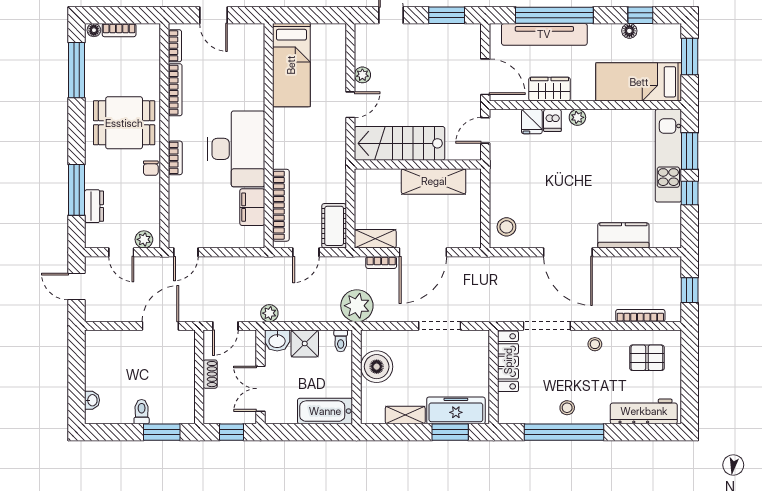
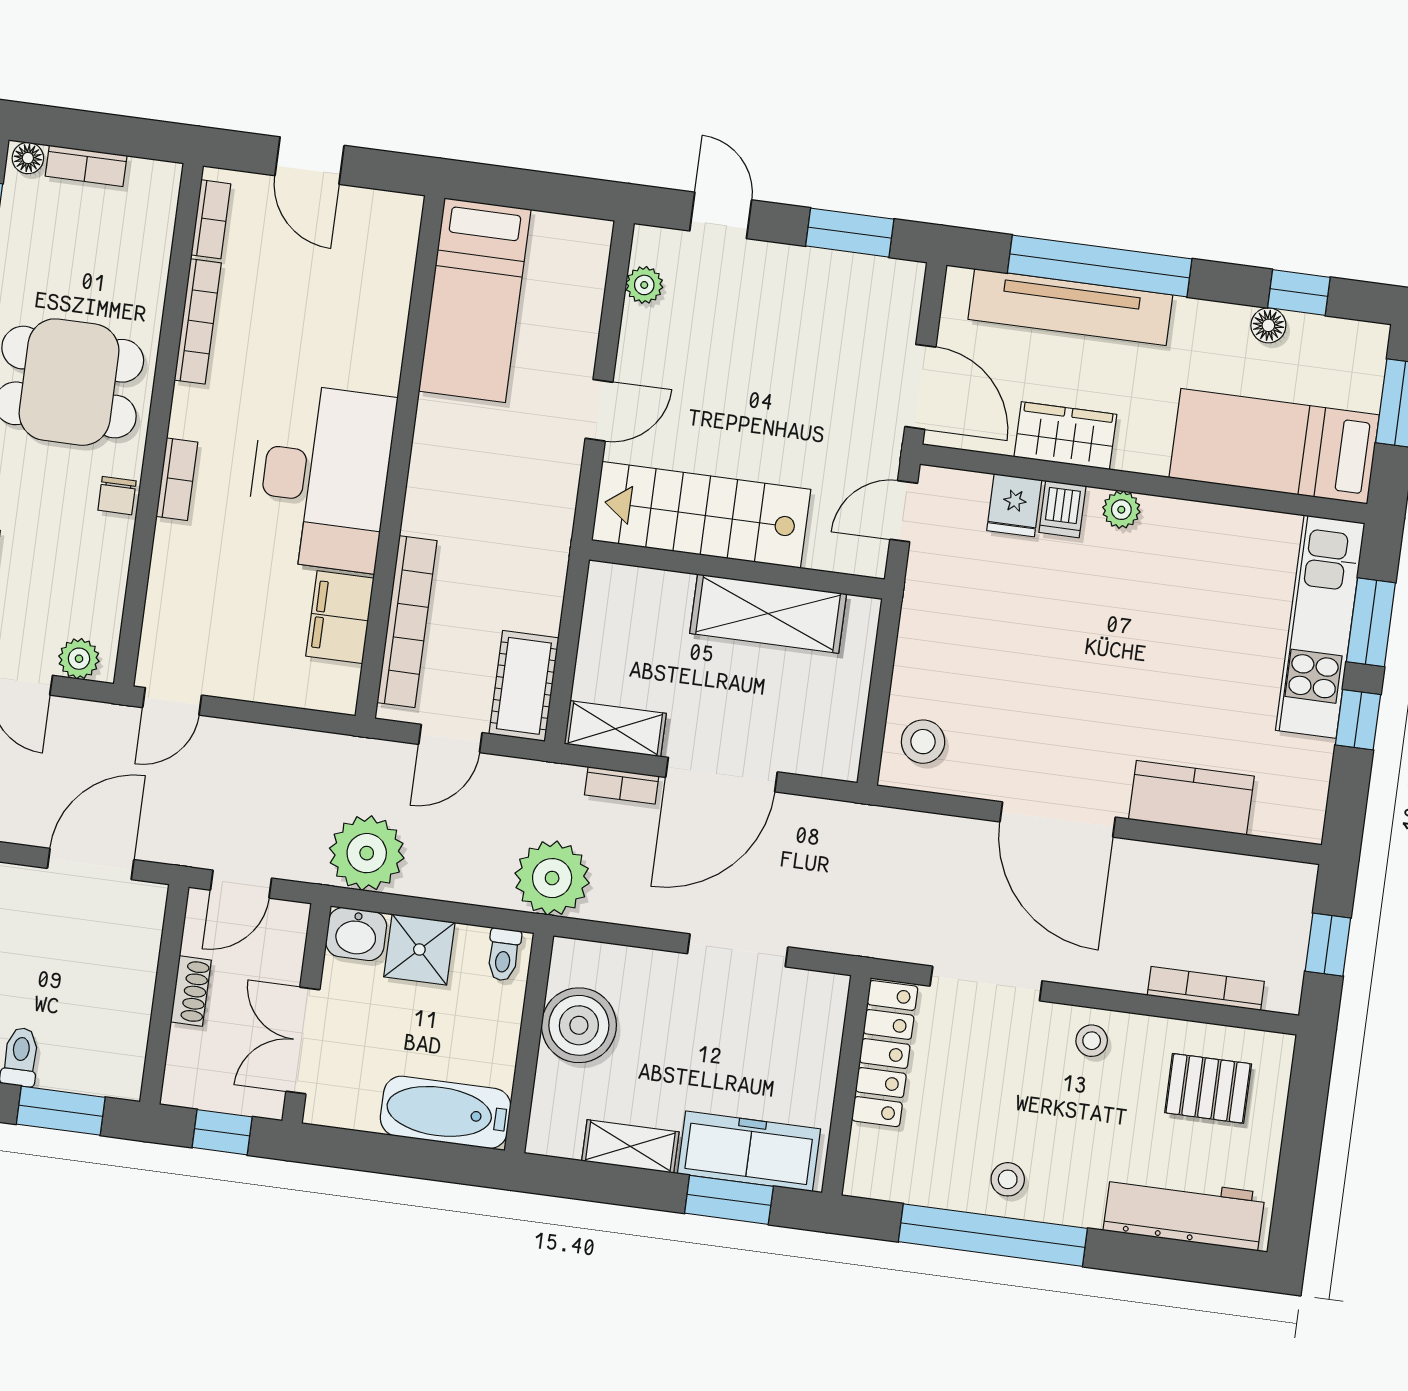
plant: (362, 75) -> (644, 285), moved
plant: (269, 313) -> (367, 853), width x1.88, depth x1.88

